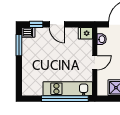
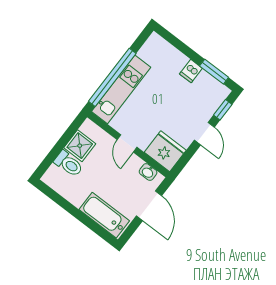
door: (57, 24) -> (204, 134), swing flipped
dishwasher: (28, 32) -> (191, 71), moved
fridge: (85, 33) -> (165, 151), width x1.88, depth x1.34

